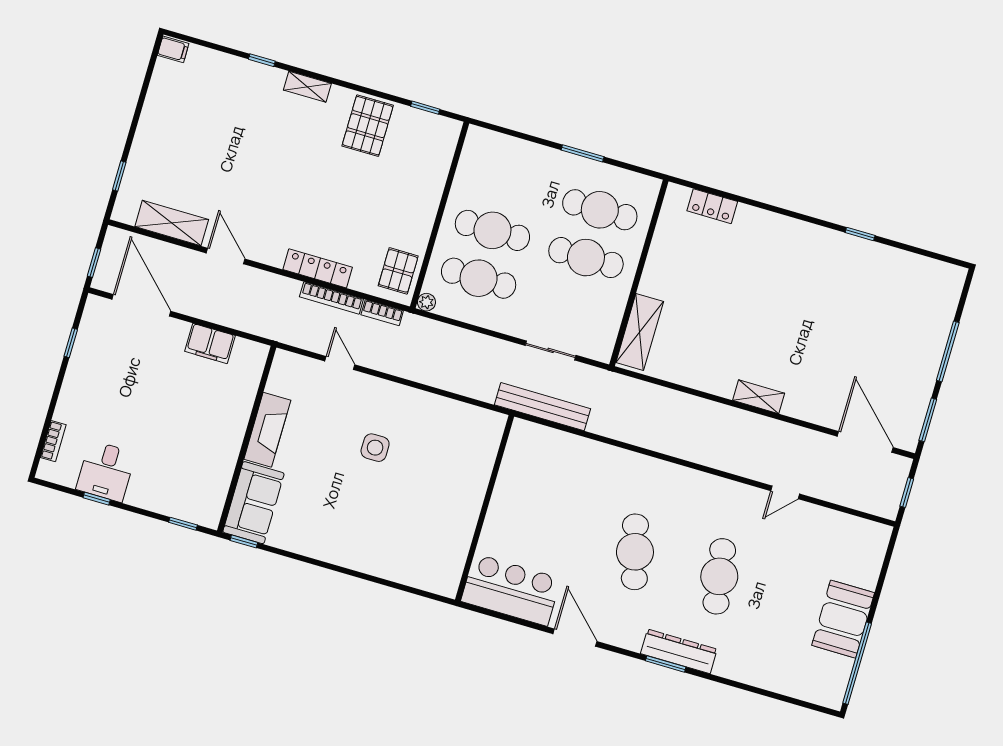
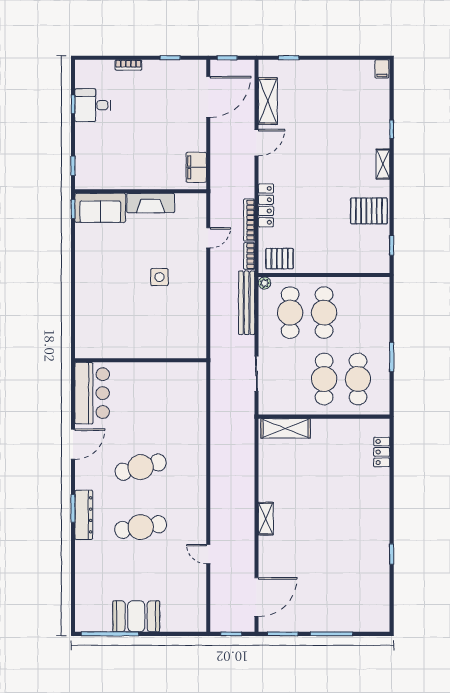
filing cabinet: (210, 343) -> (196, 167), moved
bench: (542, 407) -> (247, 303), moved
bookcase: (53, 441) -> (128, 65), moved

